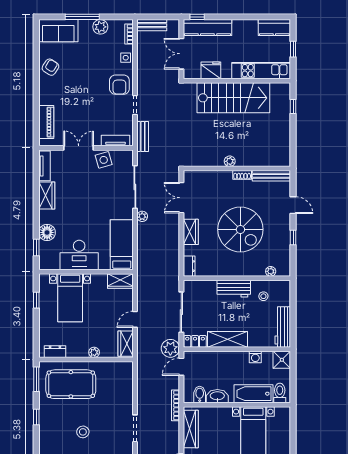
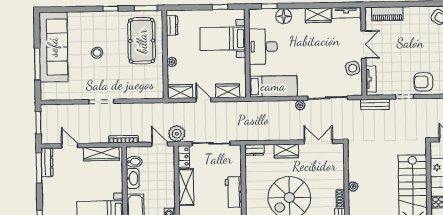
wardrobe: (120, 281) -> (228, 91), moved, turned 90

